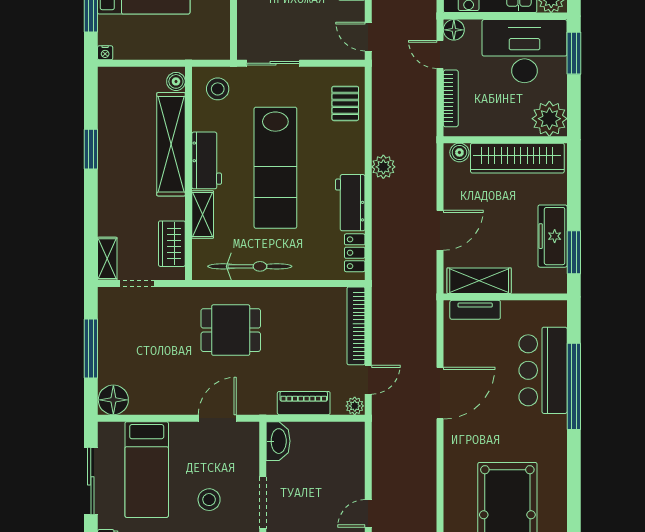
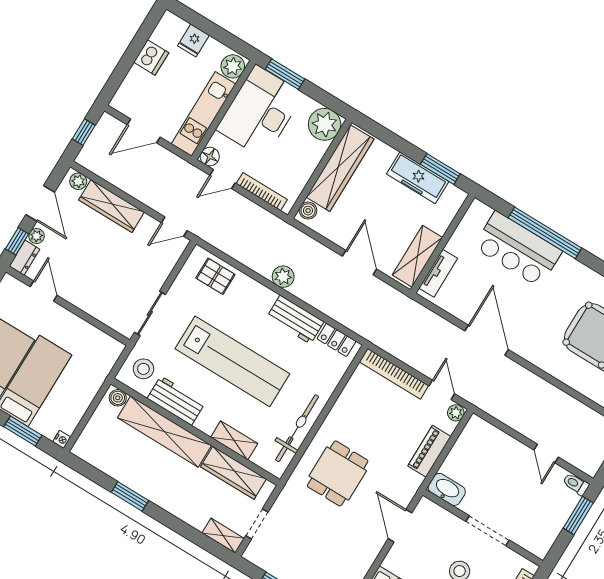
workbench: (207, 160) -> (176, 401), moved
wardrobe: (172, 244) -> (233, 473), width x1.50

